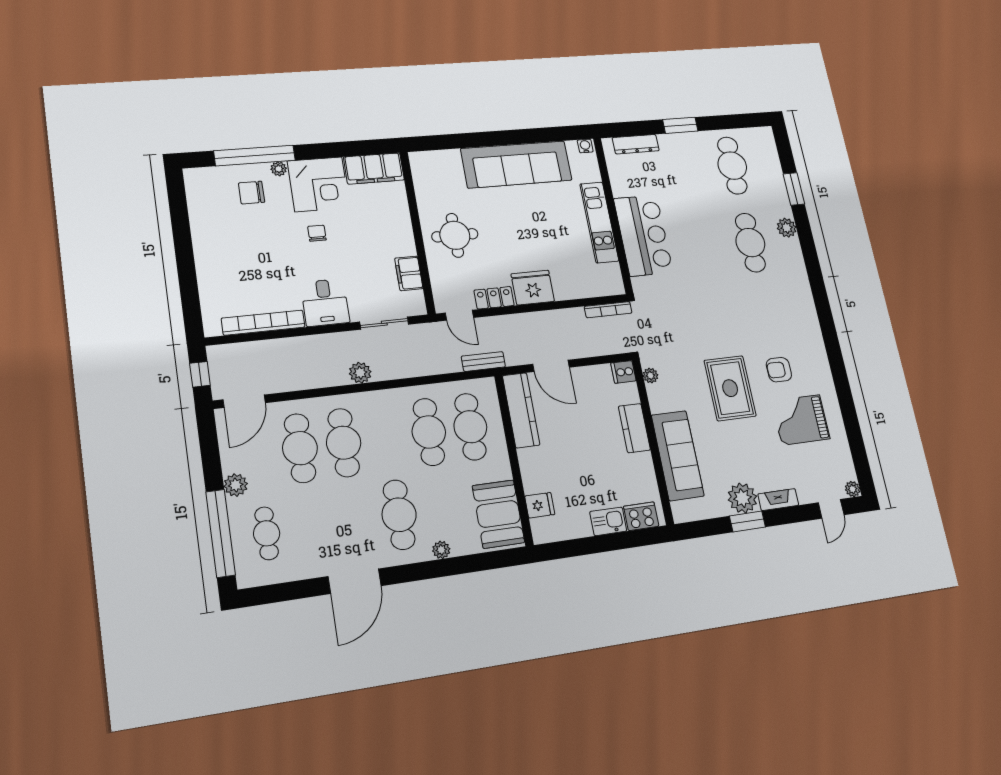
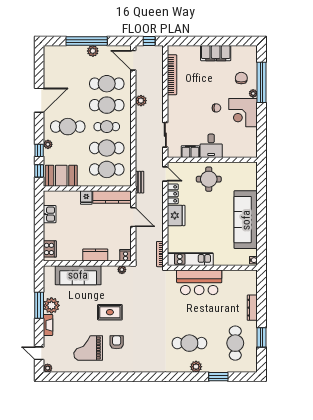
window: (680, 125) -> (262, 337), moved
dresser: (636, 144) -> (252, 308), moved
cafe table: (732, 166) -> (235, 343), turned 90
filing cabinet: (374, 168) -> (216, 53), moved, turned -90
kitchen unit: (599, 222) -> (190, 259), moved
desk: (325, 302) -> (211, 146), moved, turned -90
door: (459, 315) -> (165, 174), swing flipped
door: (551, 366) -> (133, 217), swing flipped
plant: (360, 373) -> (141, 101), moved
rug: (730, 388) -> (110, 312), width x0.73, depth x0.70
grand piano: (801, 420) -> (88, 348), turned -90
fridge: (540, 505) -> (86, 197), moved
kitchen sink: (608, 521) -> (50, 214), moved
window: (747, 522) -> (39, 305), width x1.44
window: (221, 533) -> (87, 41), moved
cafe table: (267, 533) -> (107, 127), moved
window: (497, 560) -> (39, 171), added
window: (456, 566) -> (39, 150), added
door: (355, 581) -> (39, 100), swing flipped

